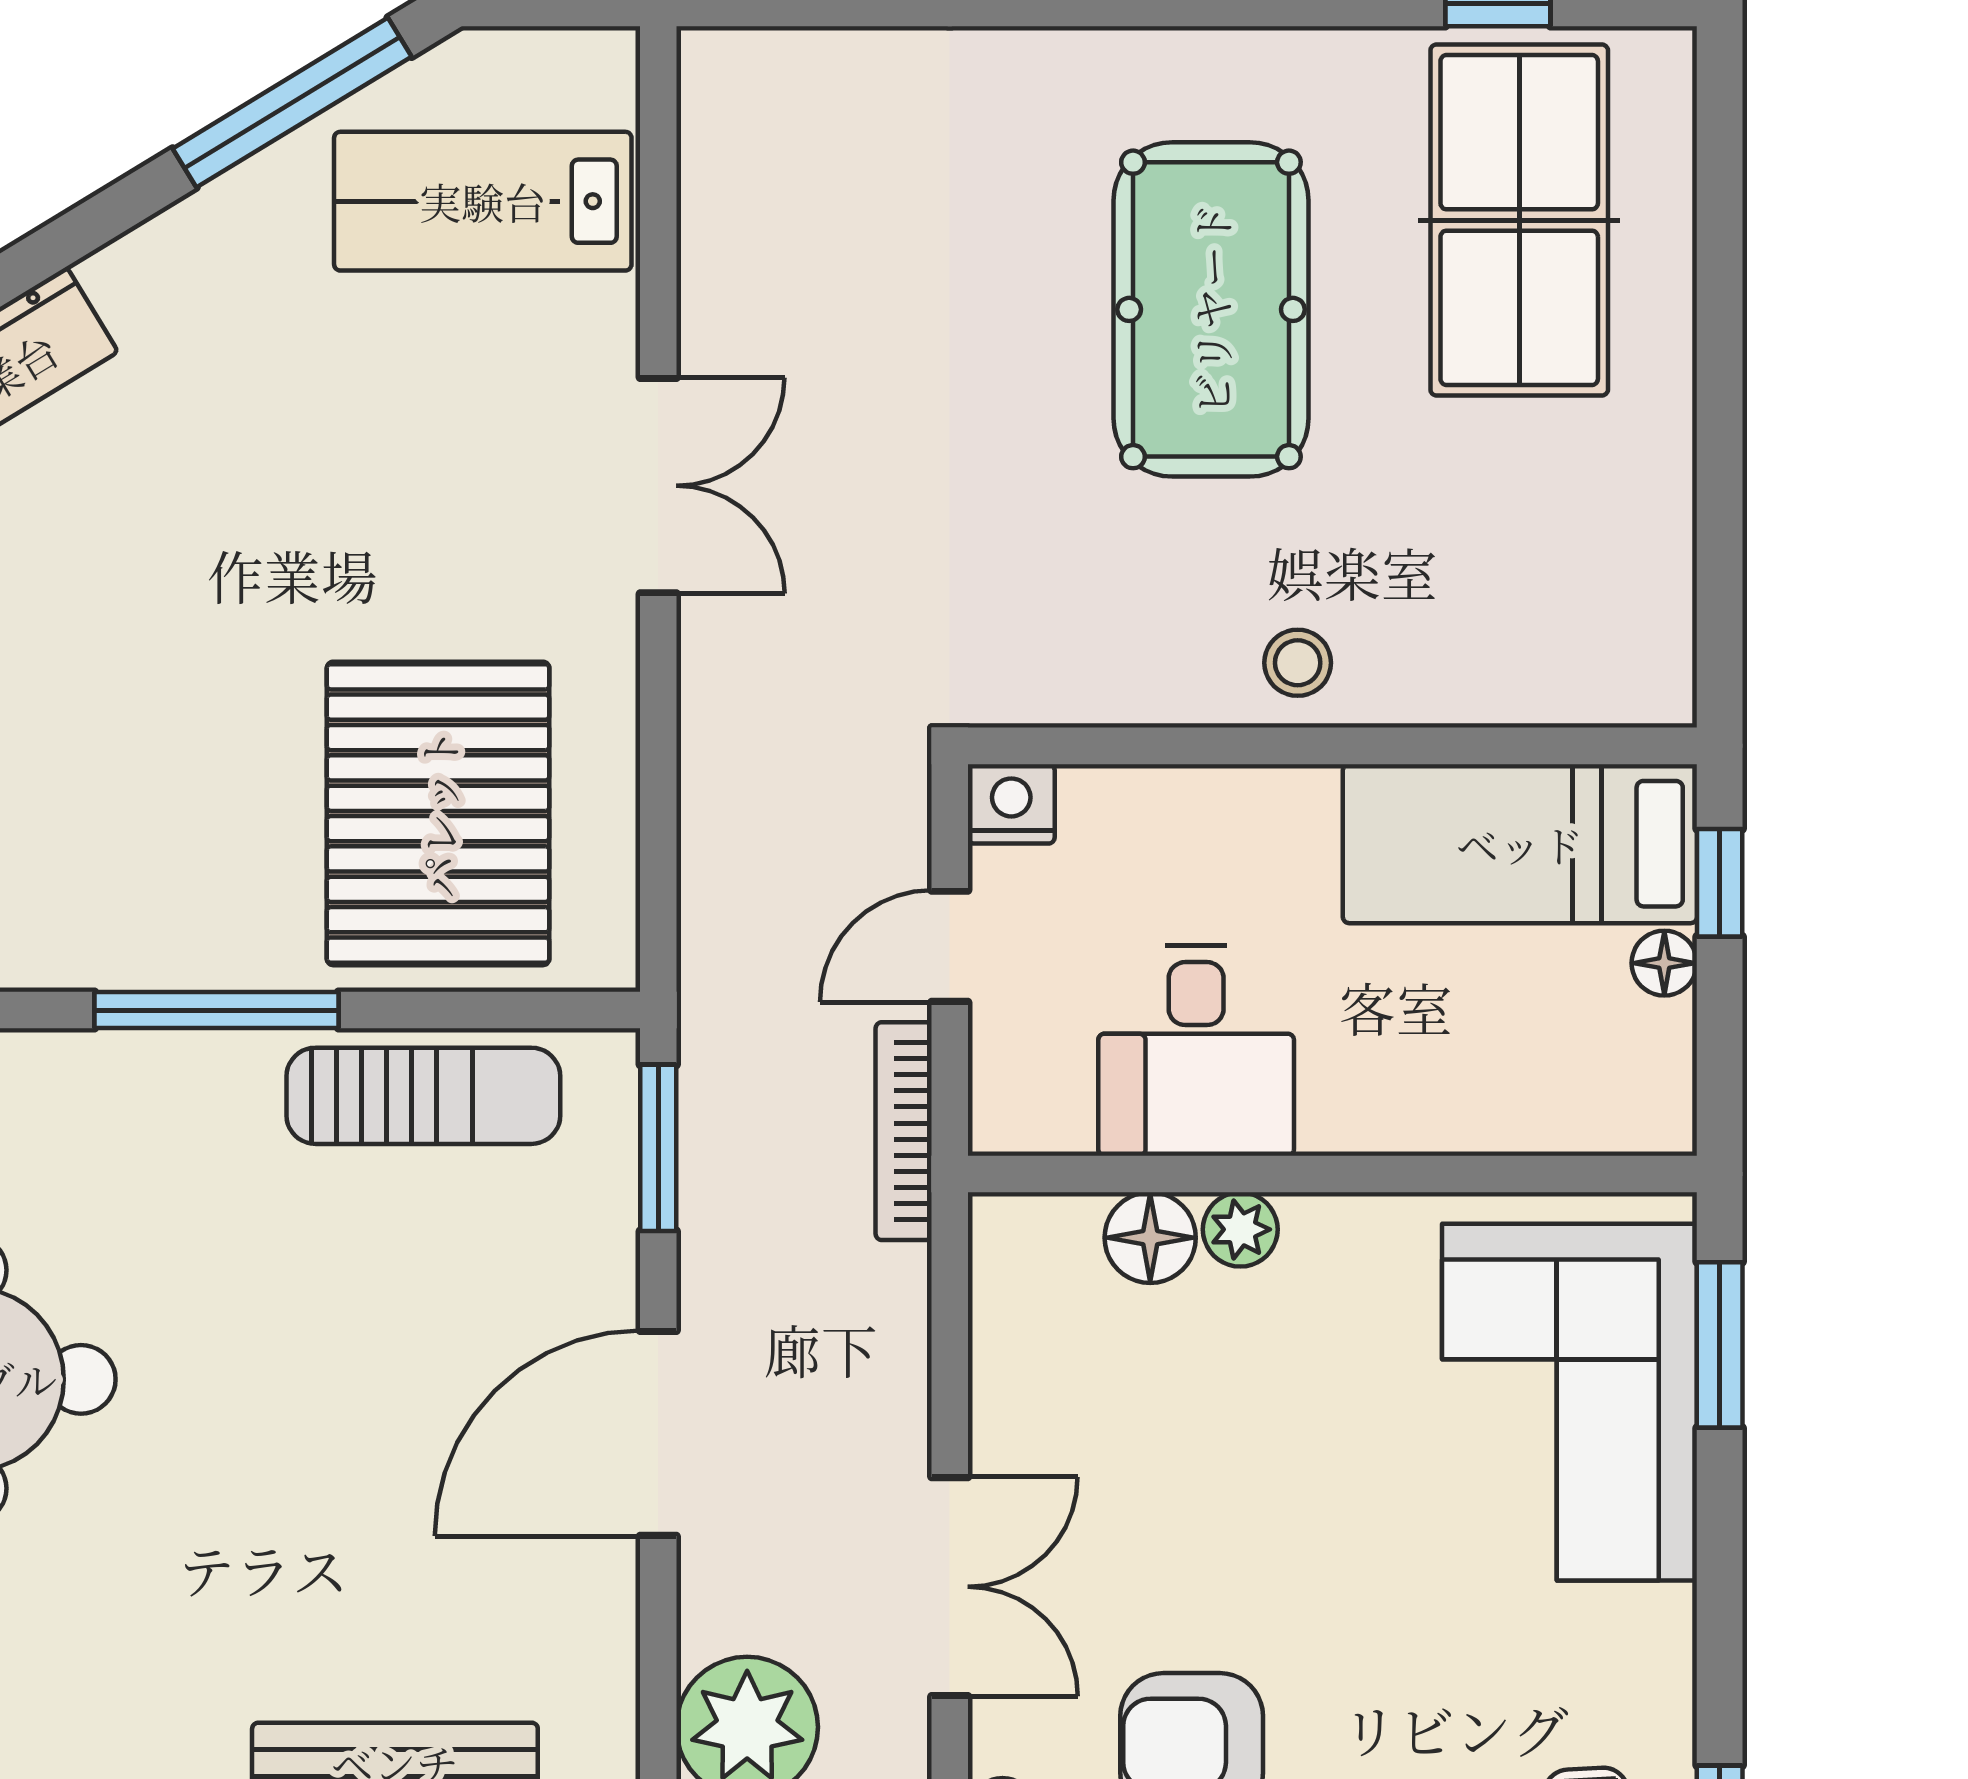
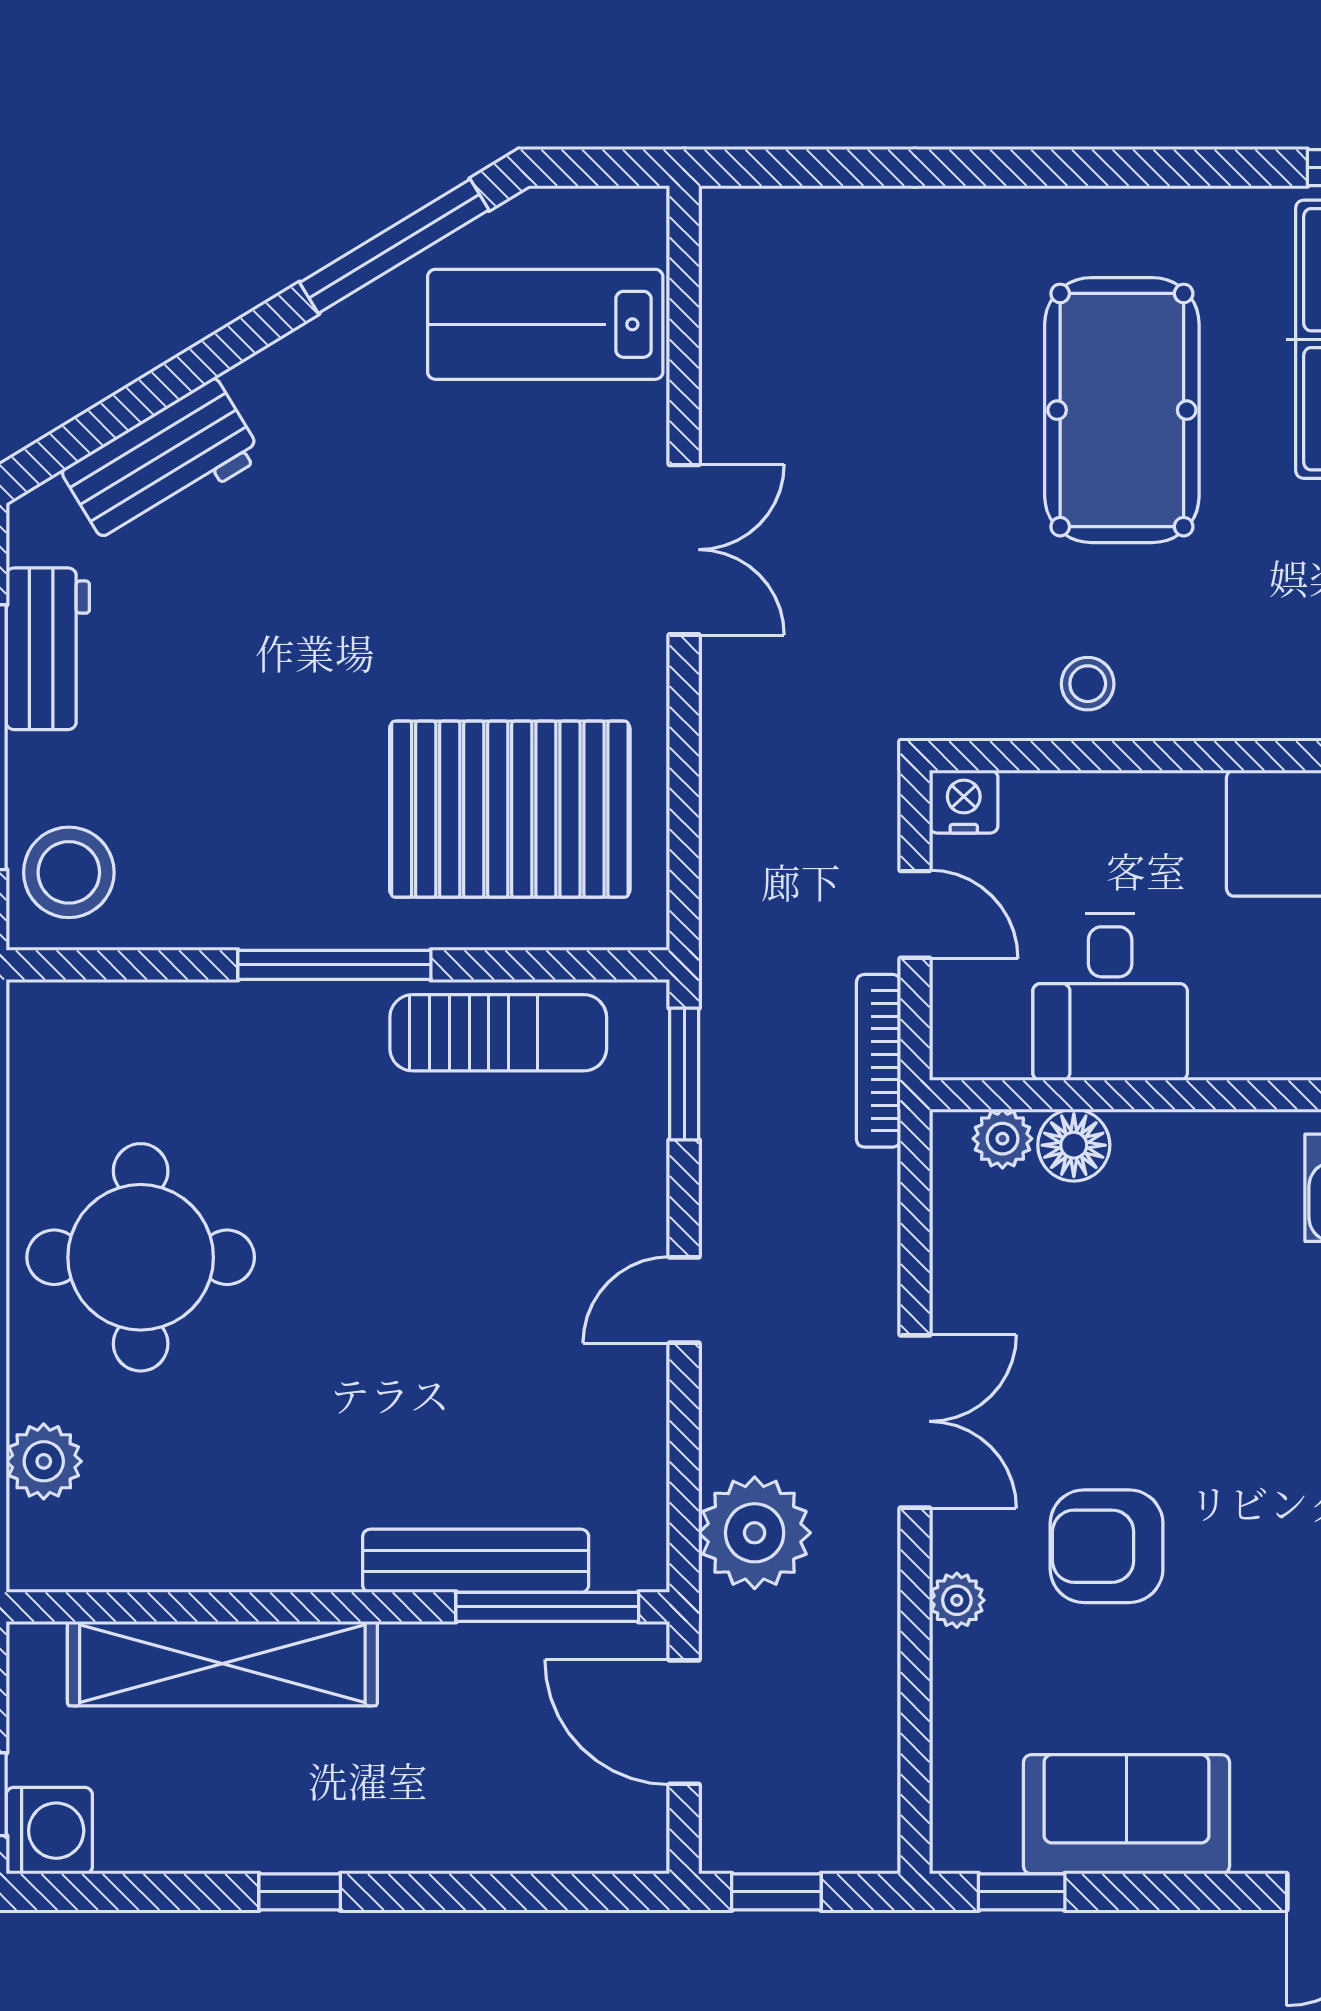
stool: (1298, 663) -> (1088, 684), moved
pallet: (438, 813) -> (510, 809), turned 90
door: (950, 946) -> (915, 914), swing flipped
plant: (1240, 1229) -> (1002, 1139), moved
door: (658, 1433) -> (684, 1300), width x0.53

